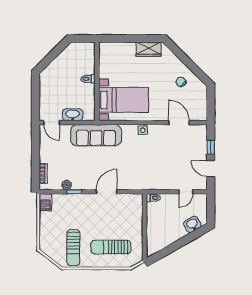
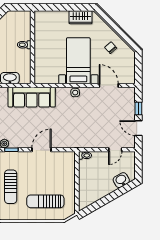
bed with nightstands: (124, 100) -> (78, 61), moved, turned -90
sun lounger: (73, 248) -> (11, 187), moved

